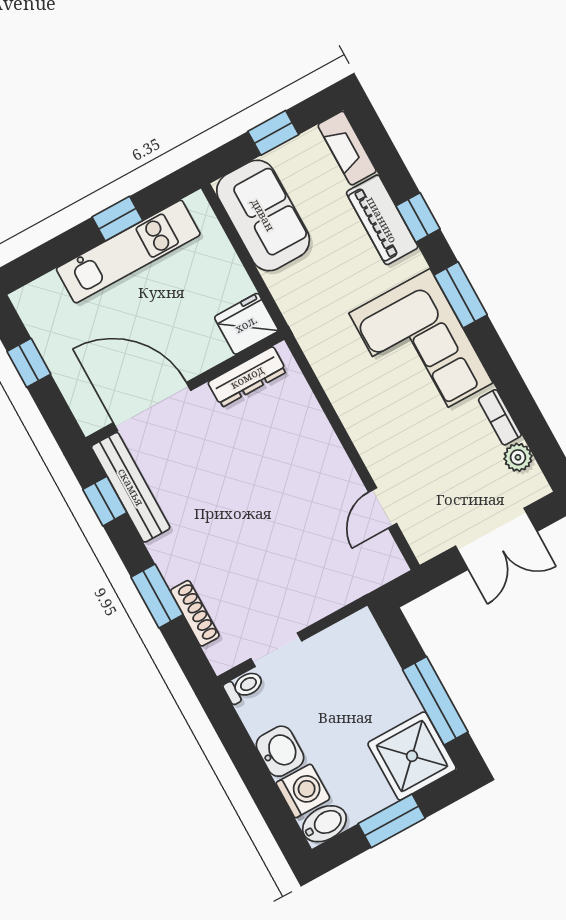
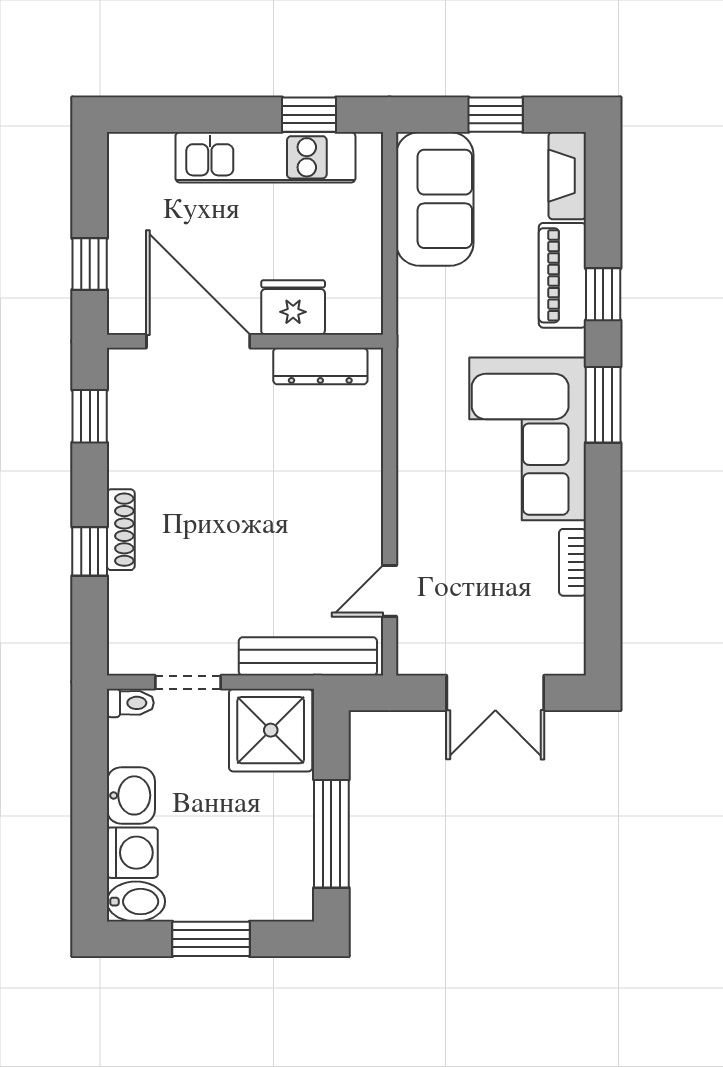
window: (117, 219) -> (309, 115), moved
fridge: (246, 324) -> (293, 307), moved
window: (29, 363) -> (90, 264), moved
plant: (518, 457) -> (568, 617), removed
bench: (131, 487) -> (308, 656), moved, turned 90
window: (157, 596) -> (90, 551), width x0.67
shoe rack: (195, 613) -> (121, 530), moved
shower: (412, 756) -> (271, 730), moved

